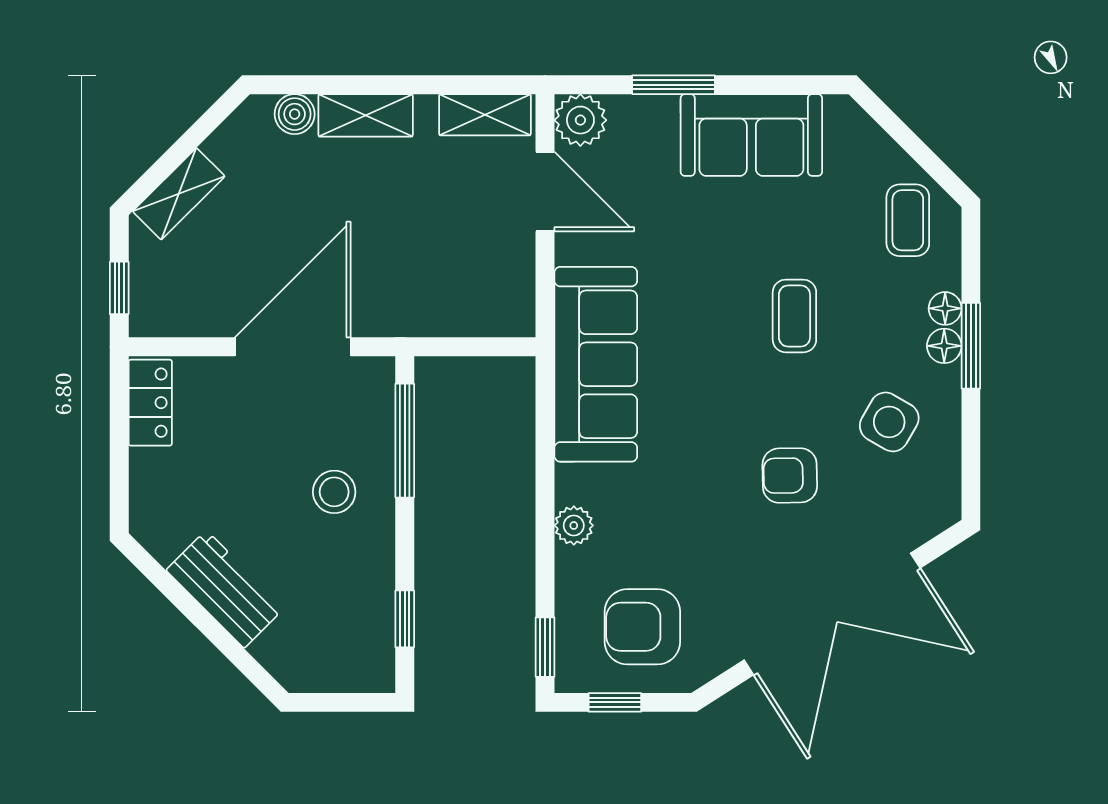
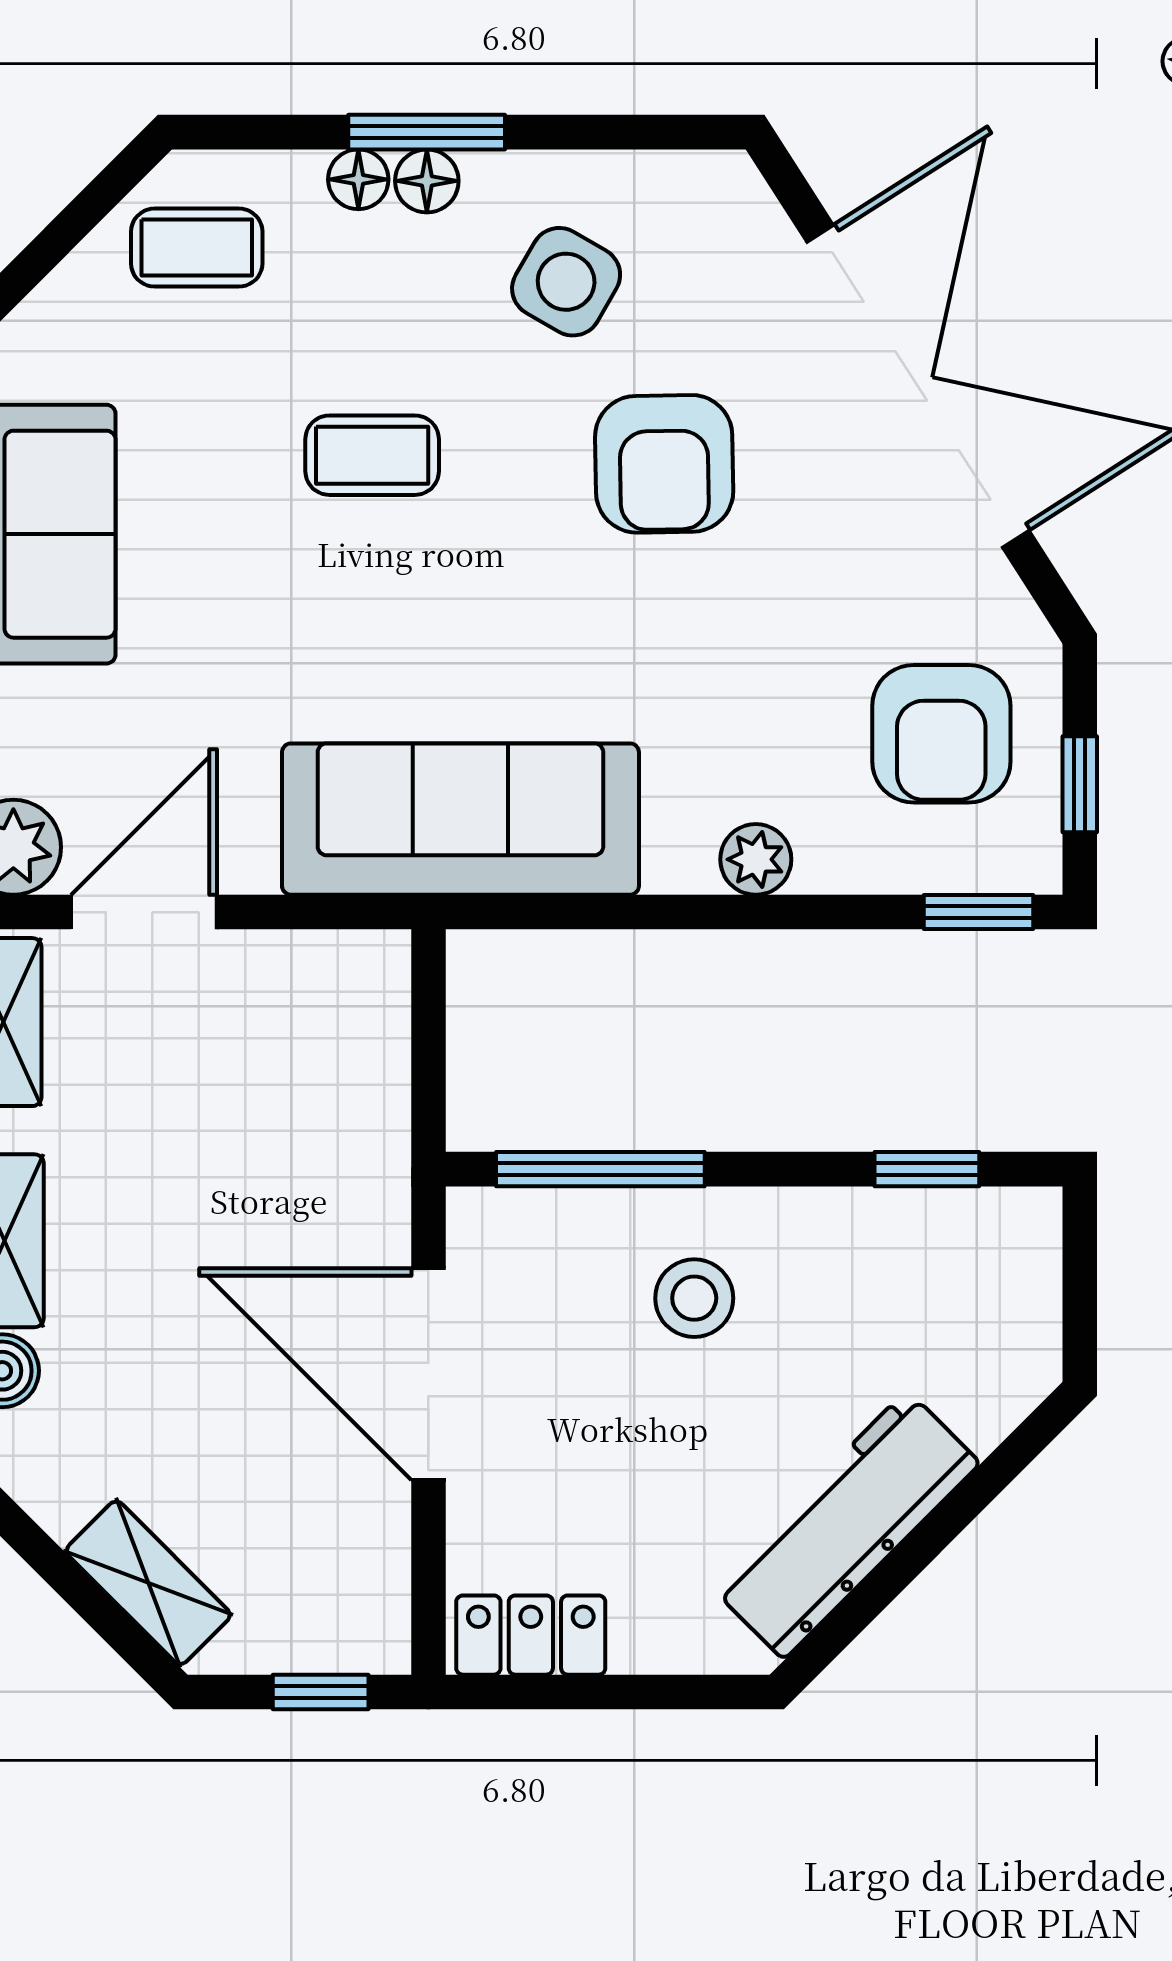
armchair: (790, 475) -> (664, 464), width x1.38, depth x1.38
workbench: (225, 589) -> (845, 1525), width x1.38

